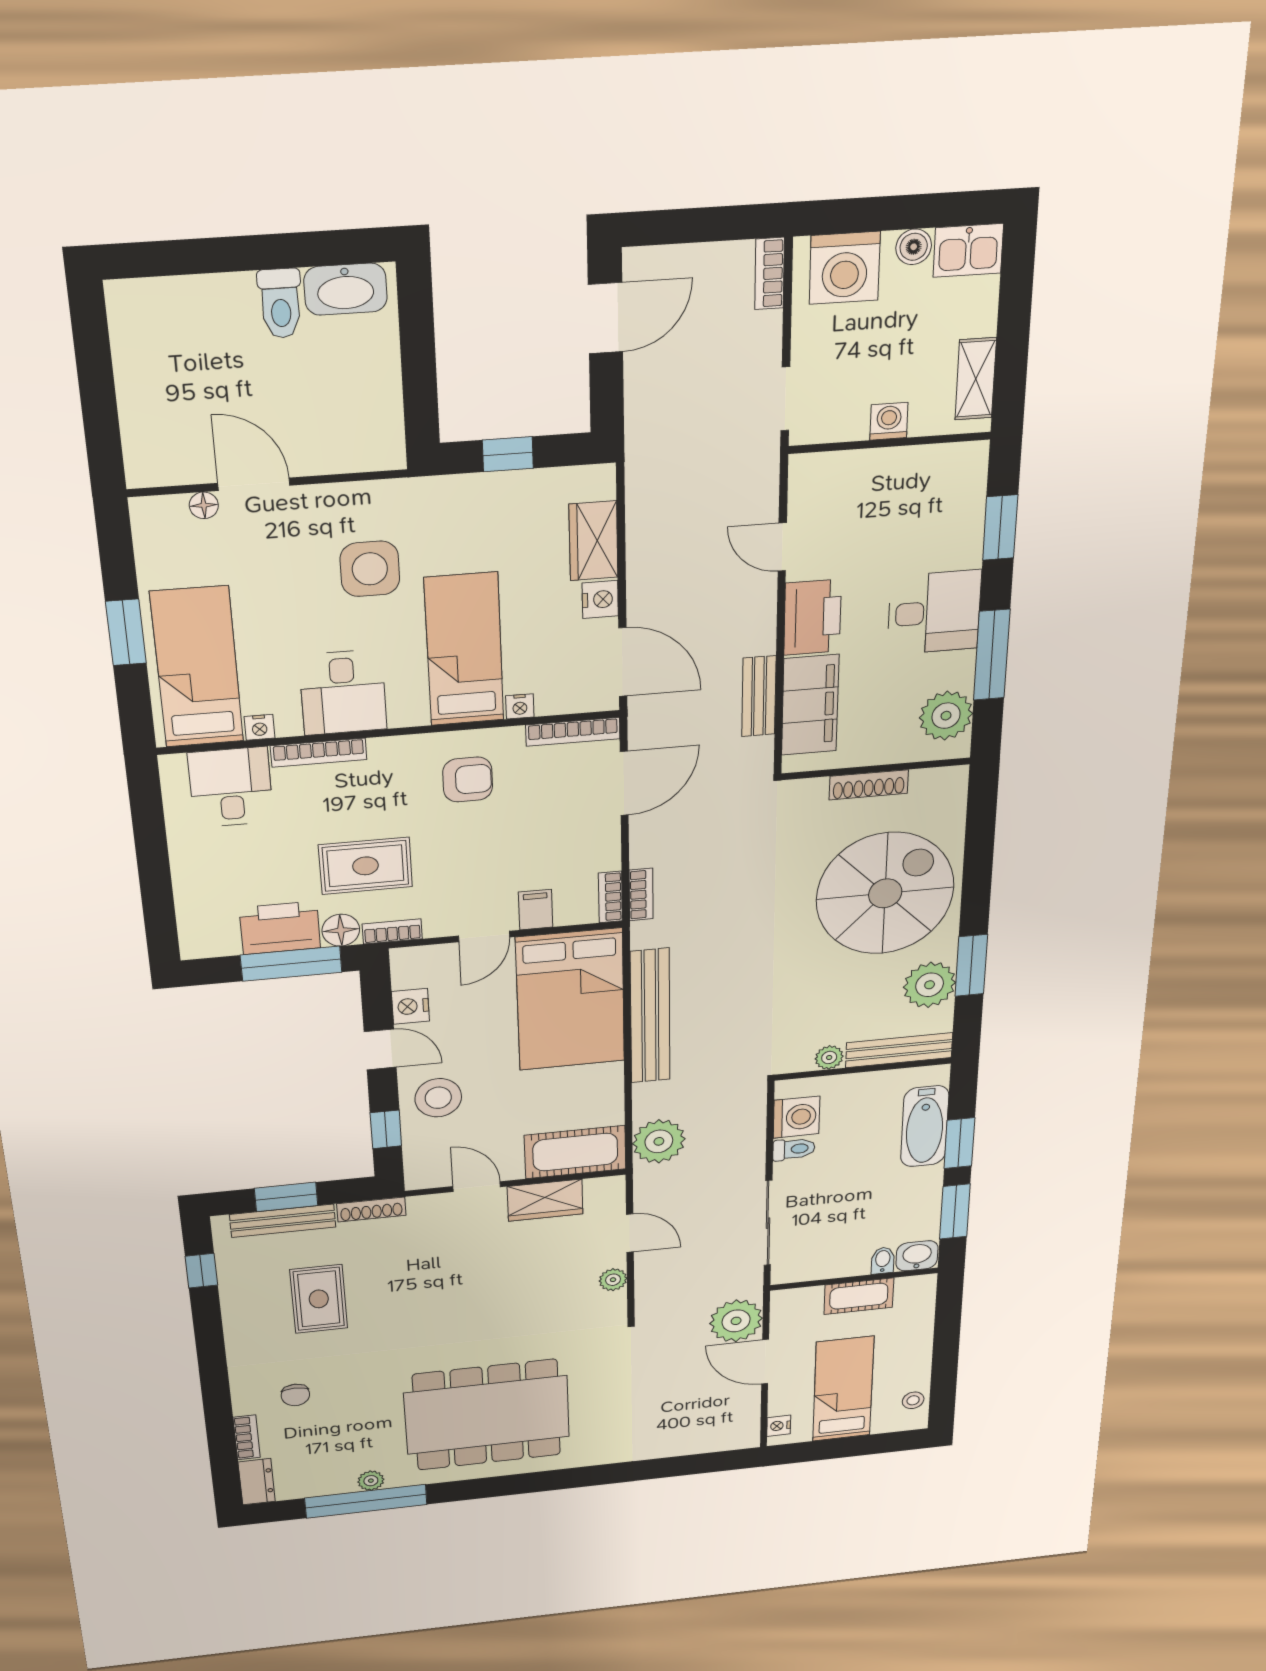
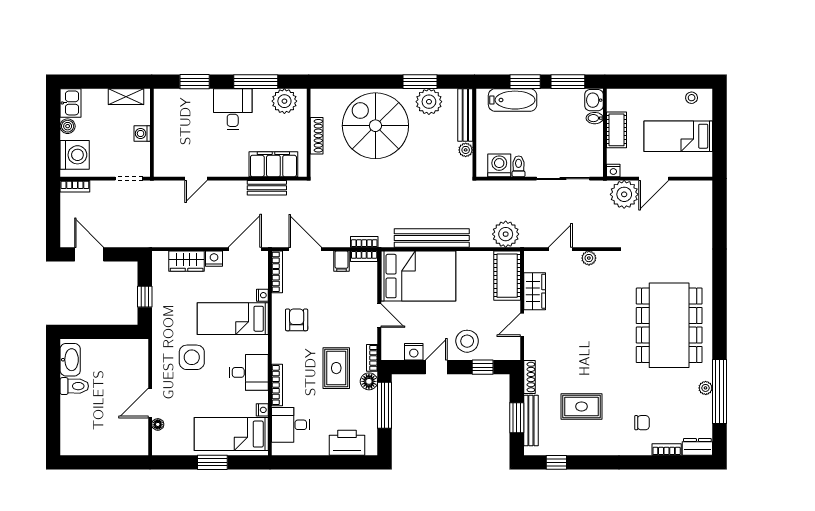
printer: (813, 617) -> (230, 164), removed
filing cabinet: (536, 910) -> (342, 261), moved, turned -90
printer: (280, 928) -> (347, 443), moved, turned 90
nightstand: (779, 1426) -> (613, 170), moved

